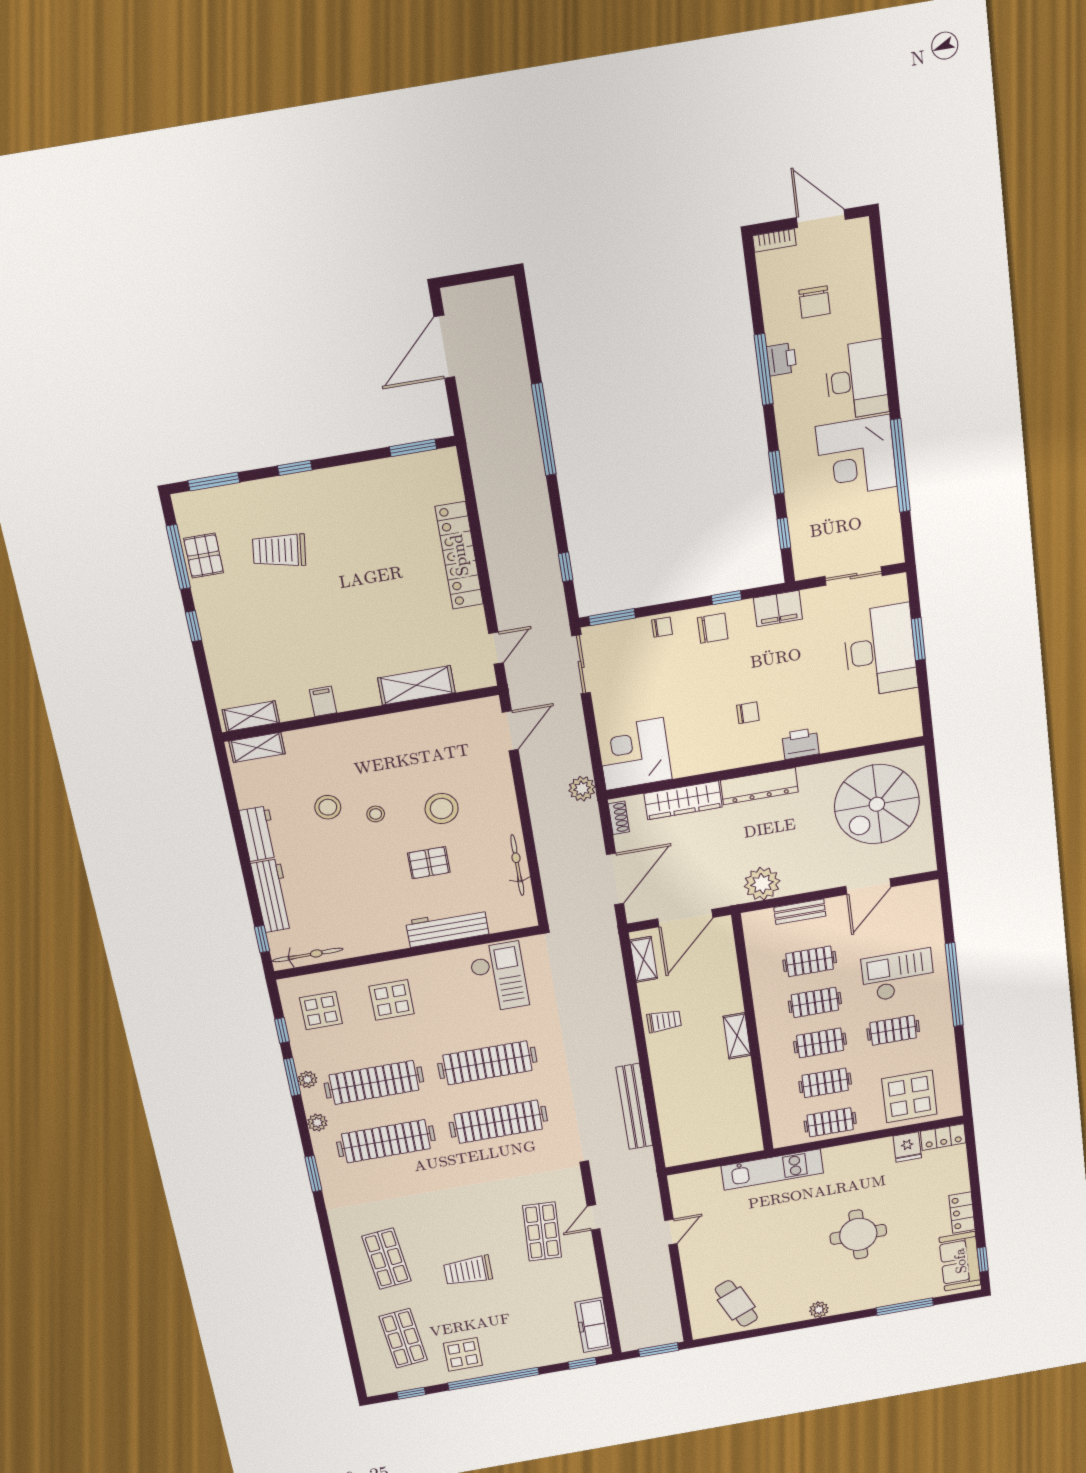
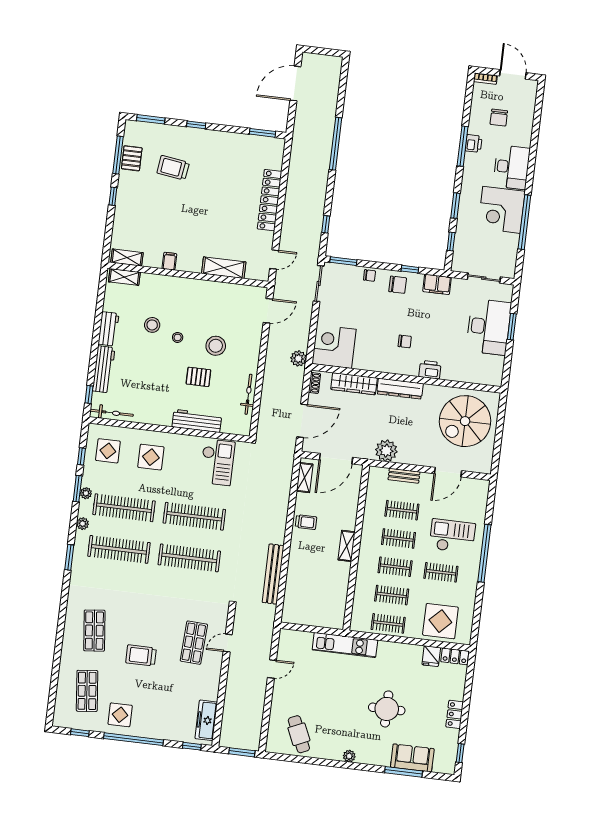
sofa: (960, 1261) -> (412, 758), moved, turned 90

